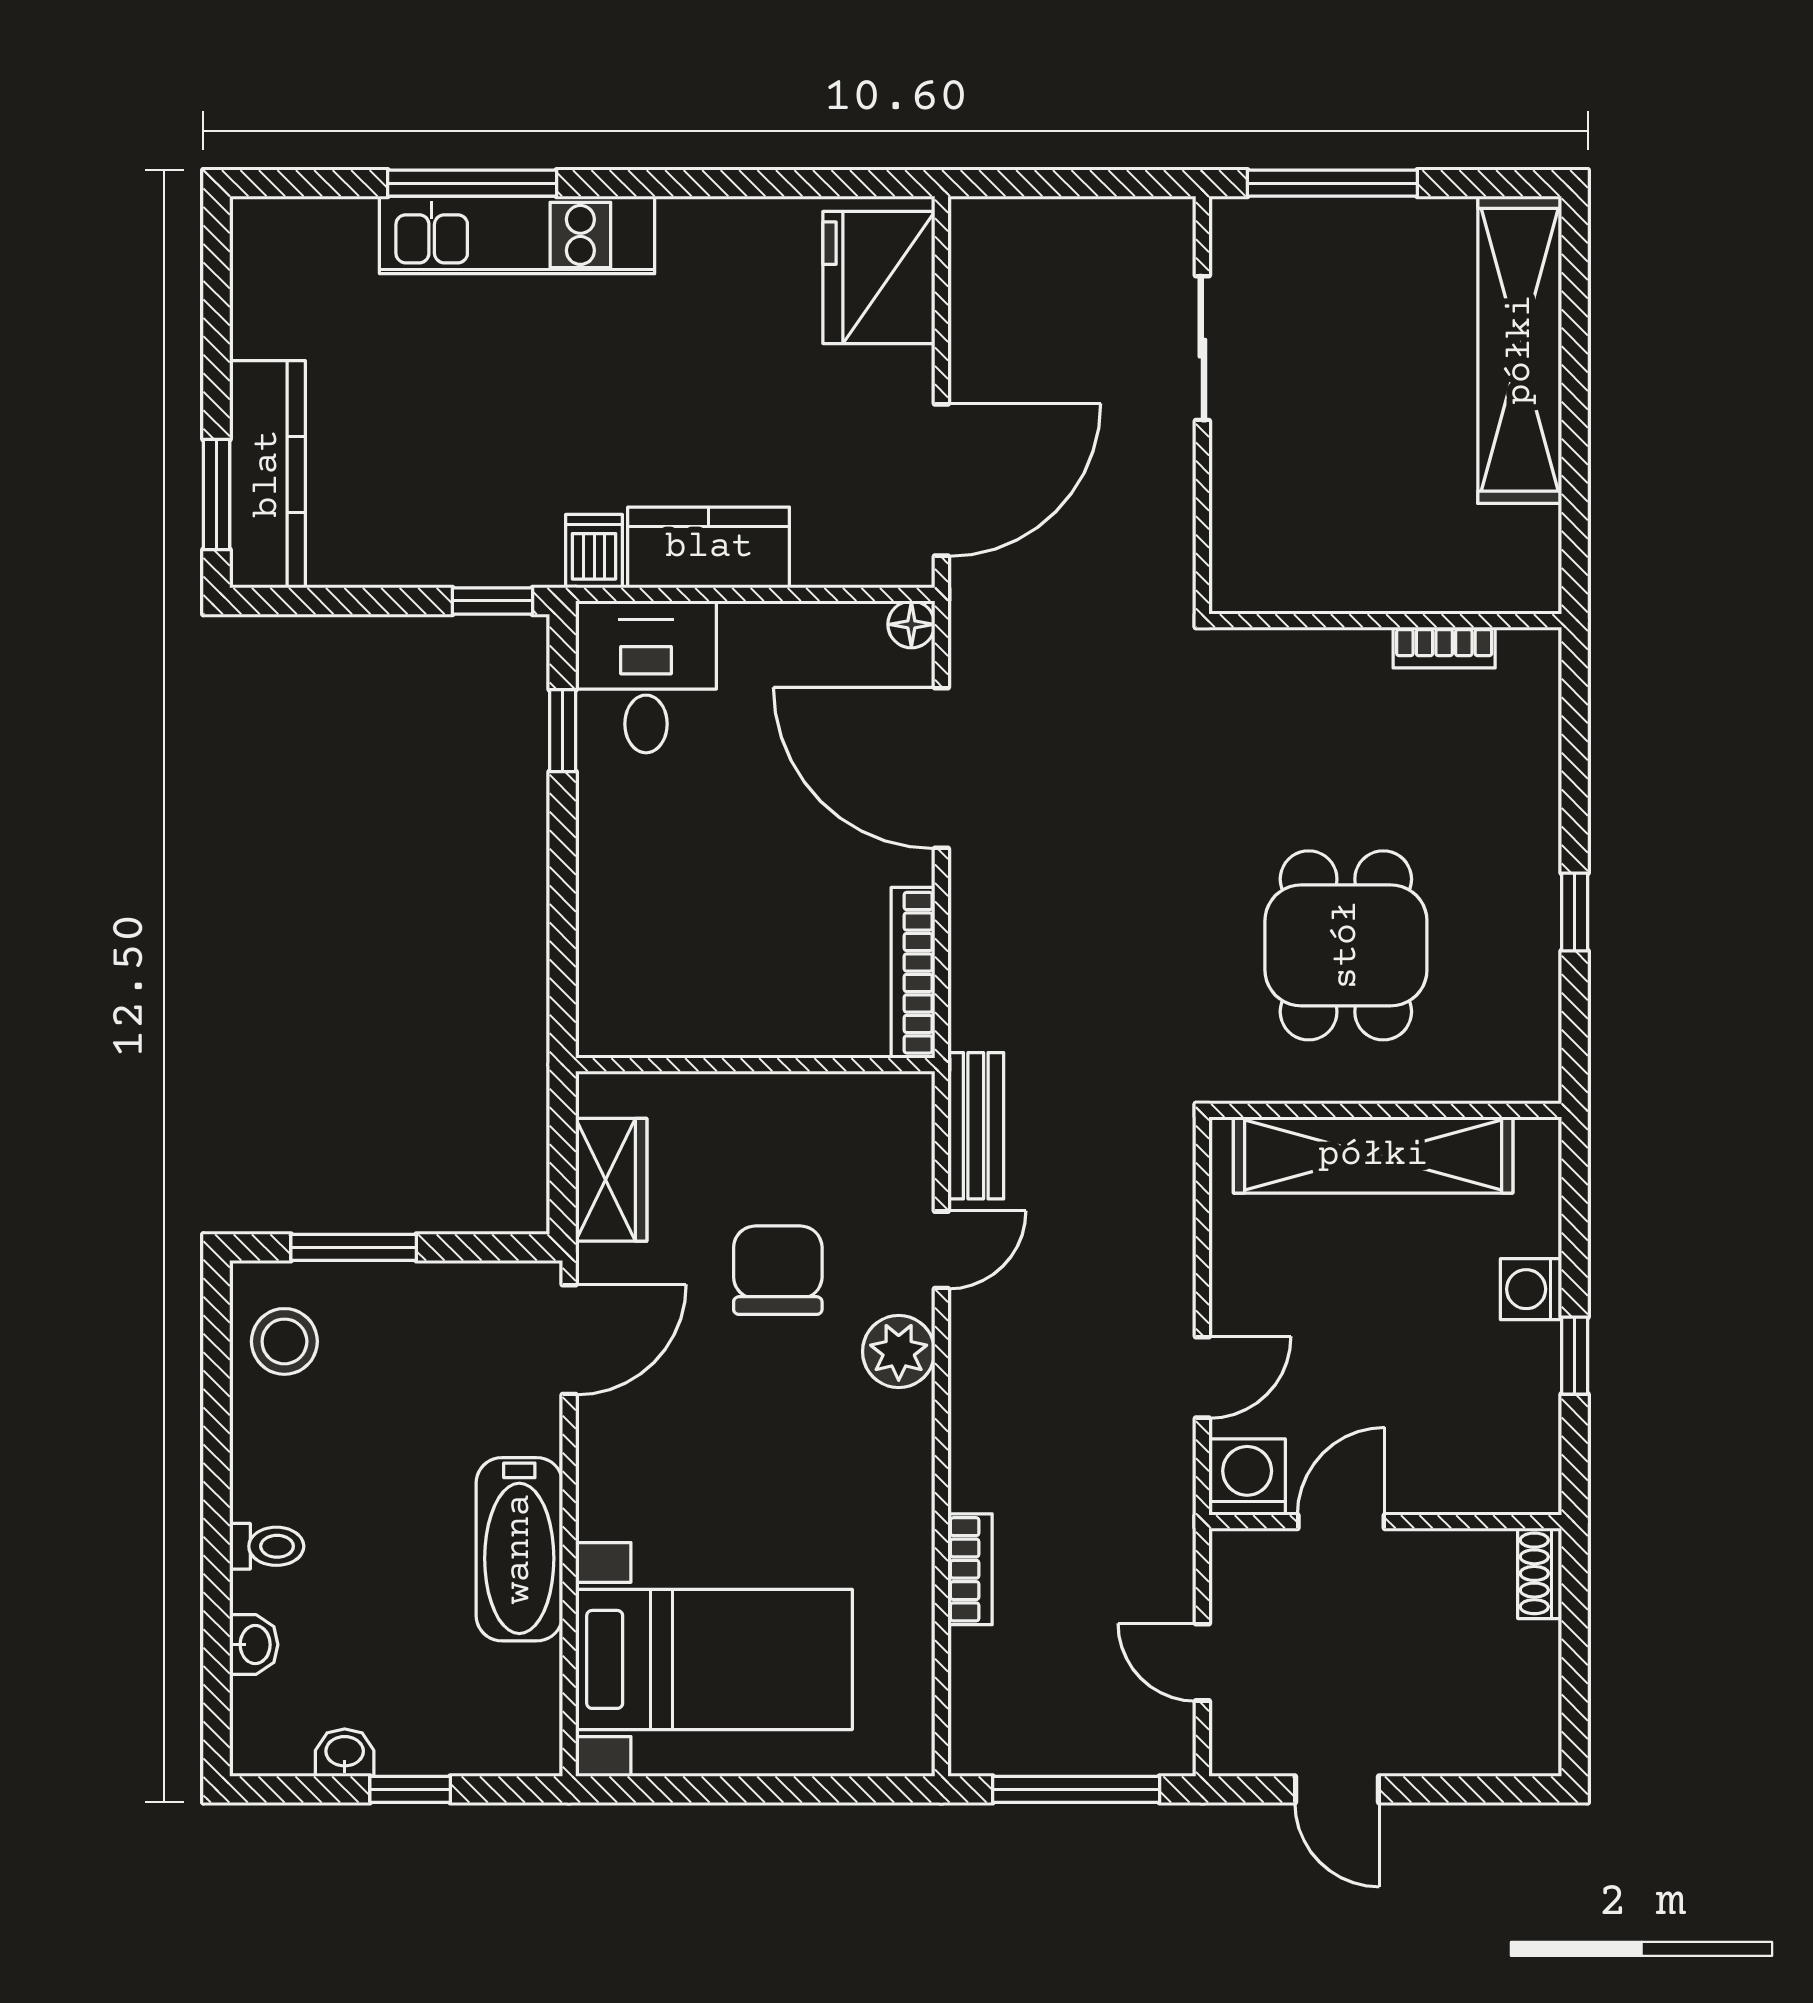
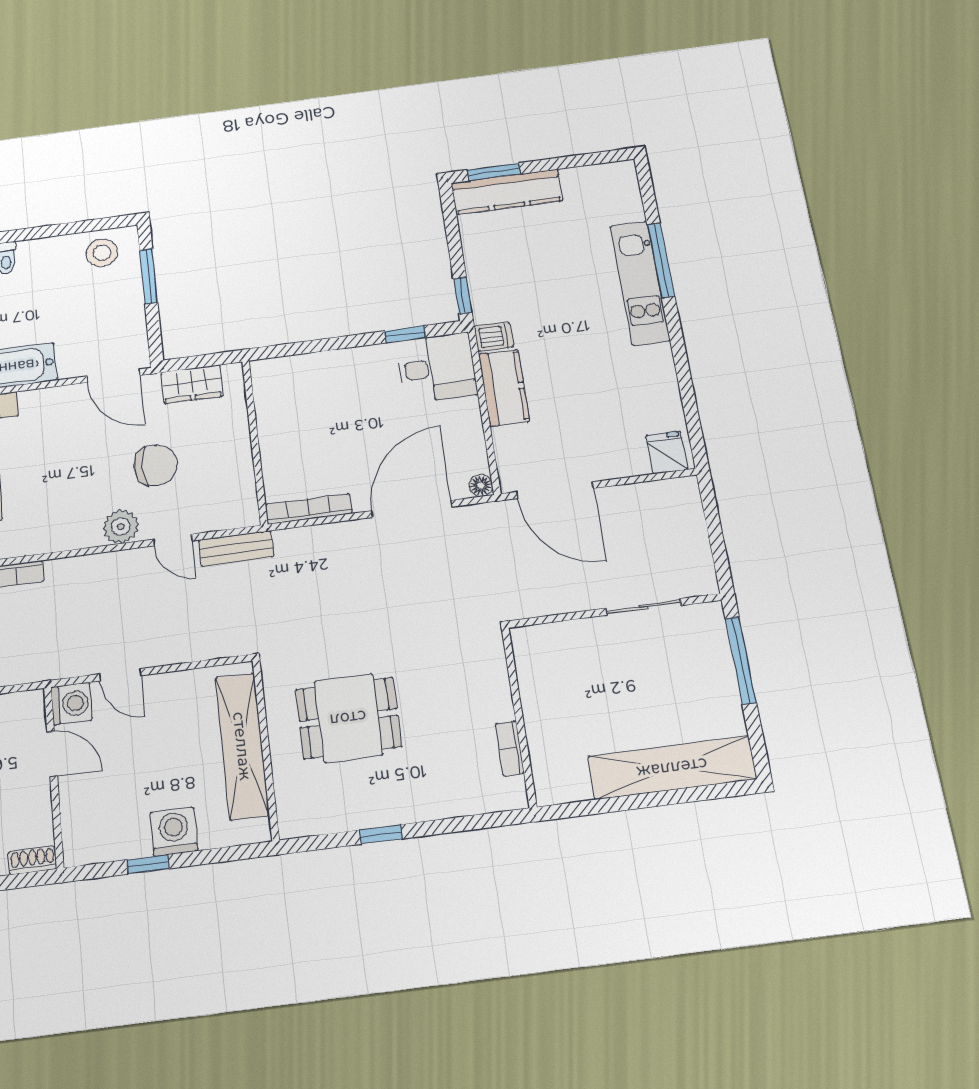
fridge: (879, 277) -> (667, 452), width x0.53, depth x0.75
washing machine: (1531, 1289) -> (174, 831), width x1.38, depth x1.38

